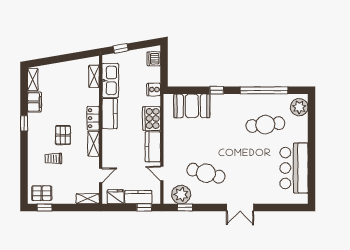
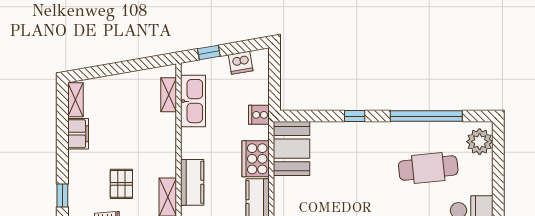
dishwasher: (154, 59) -> (241, 63), moved, turned -100
booth: (192, 106) -> (292, 149), moved, turned 90
kitchen counter: (110, 114) -> (192, 182), moved
locker: (93, 118) -> (167, 158), removed
window: (24, 123) -> (62, 195), moved

